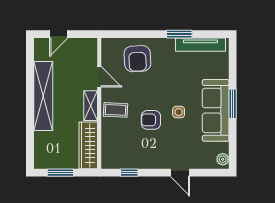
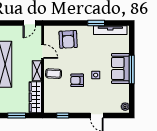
door: (59, 34) -> (29, 23), moved
window: (233, 104) -> (132, 69), width x1.44
sofa: (216, 110) -> (120, 68), width x0.73

